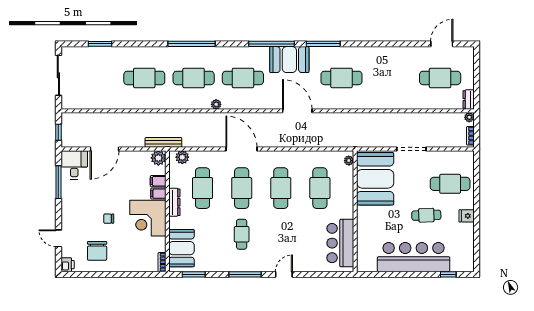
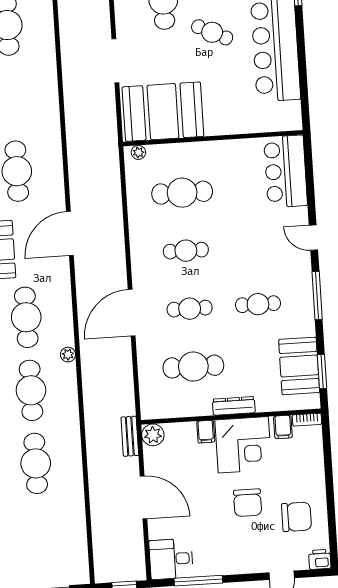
bench: (163, 142) -> (130, 436), width x0.73
door: (105, 149) -> (144, 497), moved
plant: (182, 157) -> (150, 400), removed
filing cabinet: (158, 181) -> (283, 427), moved
cafe table: (242, 188) -> (190, 309), width x0.73, depth x0.74
cafe table: (281, 188) -> (186, 251), width x0.73, depth x0.74
dresser: (174, 202) -> (234, 406), moved
cafe table: (426, 215) -> (212, 32), turned -62
chair: (109, 219) -> (248, 503), width x1.87, depth x1.87
bar counter: (340, 243) -> (286, 171), moved, turned 90
booth: (181, 248) -> (299, 366), moved, turned 90

